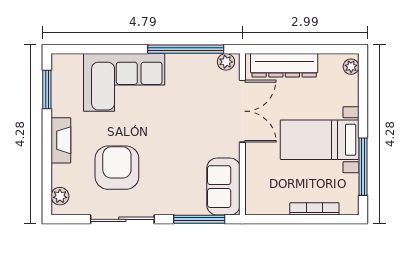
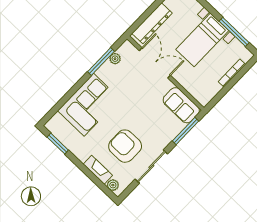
window: (186, 49) -> (101, 62), width x0.68
plant: (226, 62) -> (115, 59), moved
fireplace: (61, 140) -> (98, 170), moved

